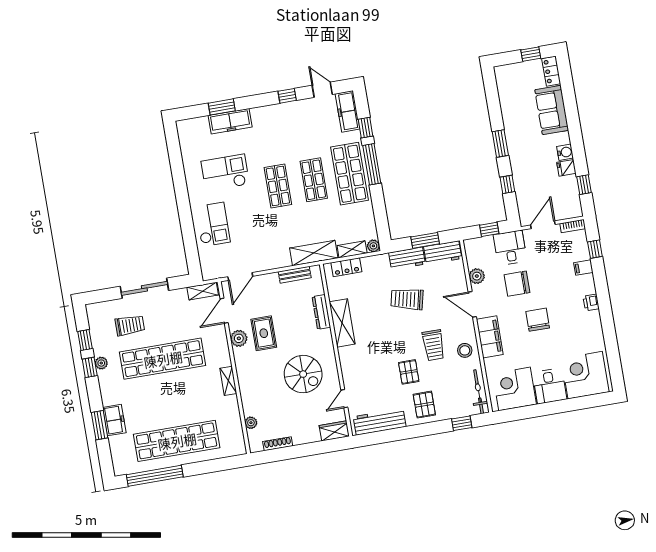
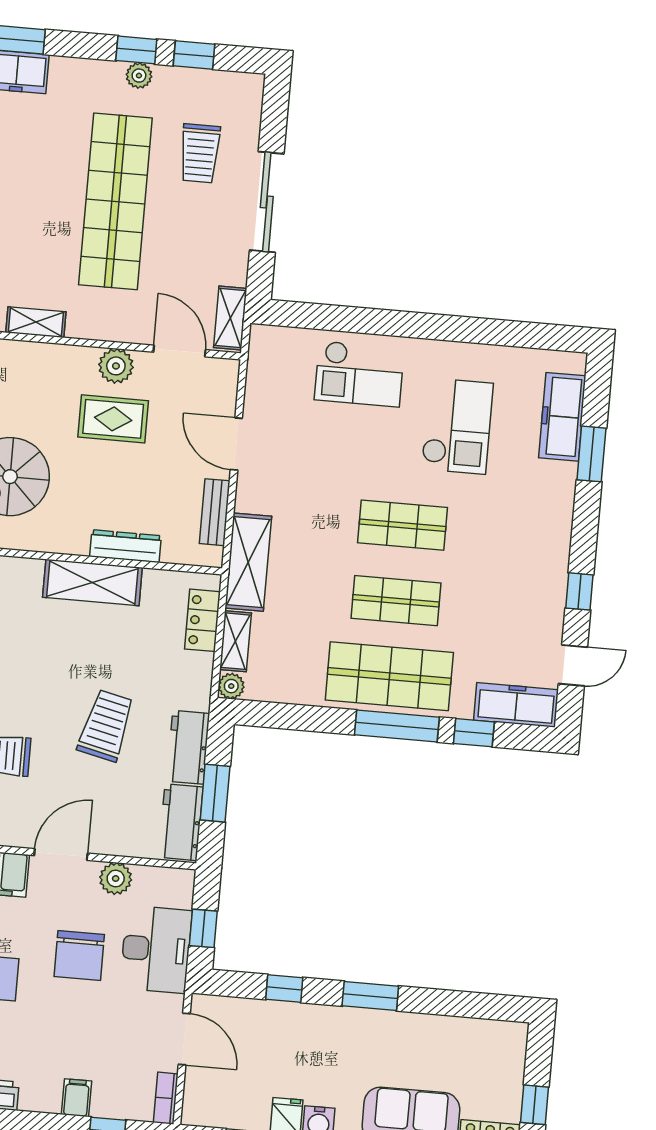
freezer: (230, 121) -> (562, 417), moved
desk: (510, 248) -> (156, 949), width x1.37
door: (240, 276) -> (236, 444), moved
chair: (517, 284) -> (79, 955), turned 180

